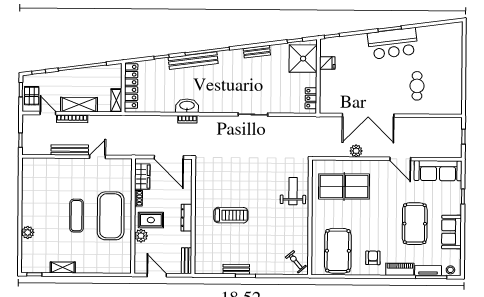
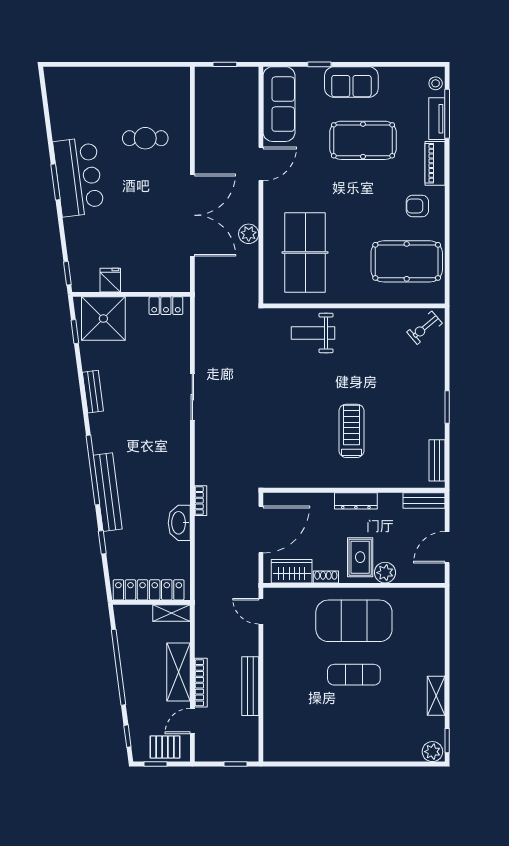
washbasin: (187, 106) -> (179, 523), moved
door: (98, 157) -> (261, 611), moved
plant: (28, 232) -> (432, 752), moved
sofa: (452, 232) -> (351, 82), moved
bench: (236, 269) -> (437, 460), moved

